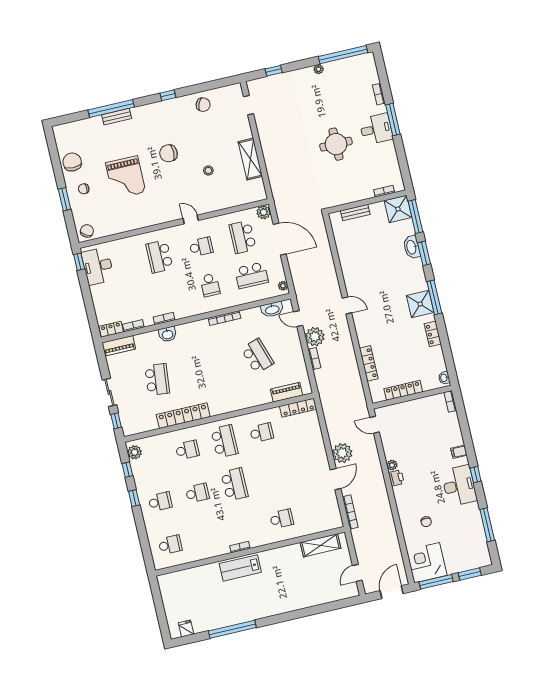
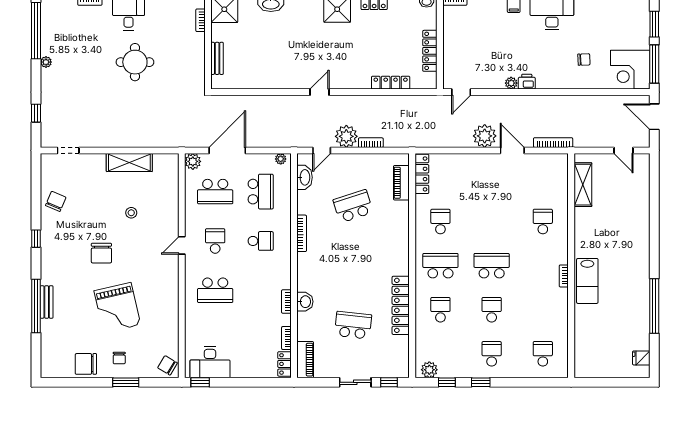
grand piano: (126, 177) -> (117, 308), turned 77

